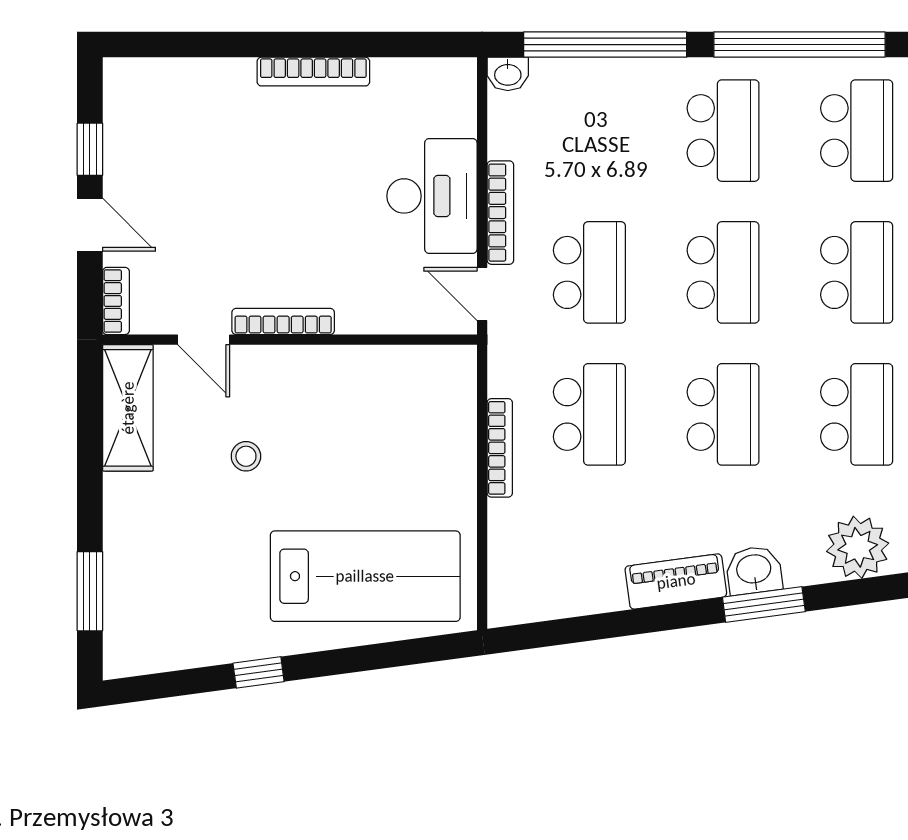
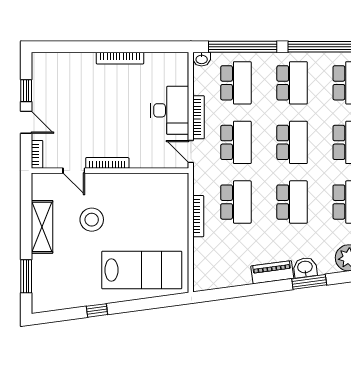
school desk: (589, 131) -> (236, 83), added
shelving: (128, 408) -> (42, 227), moved
stool: (246, 456) -> (92, 220), width x1.89, depth x1.89

